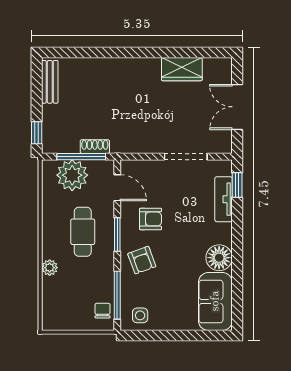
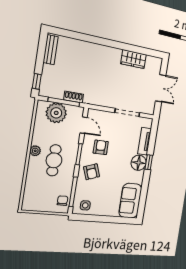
double door: (237, 107) -> (161, 88), swing flipped
window: (237, 185) -> (149, 162), moved
armchair: (151, 219) -> (101, 147), turned -90
cafe table: (83, 232) -> (54, 160), moved
floor lamp: (219, 258) -> (139, 163), moved
plant: (50, 268) -> (35, 151), moved

